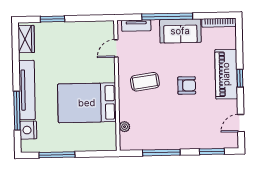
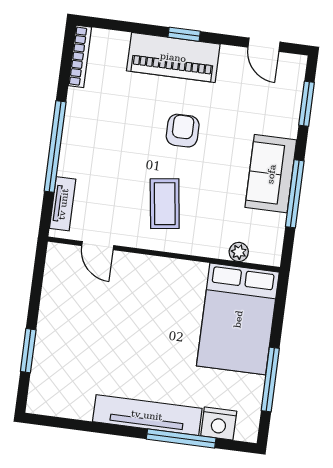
sofa: (180, 31) -> (271, 174), moved, turned 180
wardrobe: (26, 39) -> (57, 403), removed
bed: (87, 103) -> (238, 319), moved

